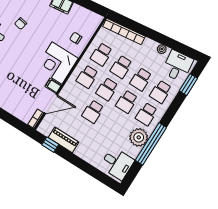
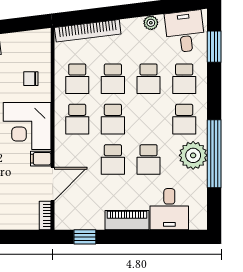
school desk: (127, 102) -> (149, 159), moved
piano: (63, 140) -> (127, 220), moved
desk: (117, 163) -> (169, 209), moved, turned 90

